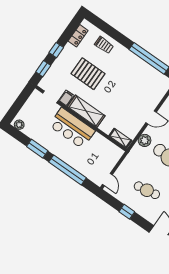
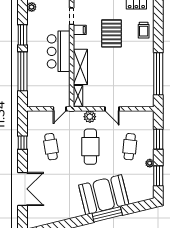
shelving: (86, 111) -> (80, 67), moved
door: (107, 179) -> (60, 109), moved

